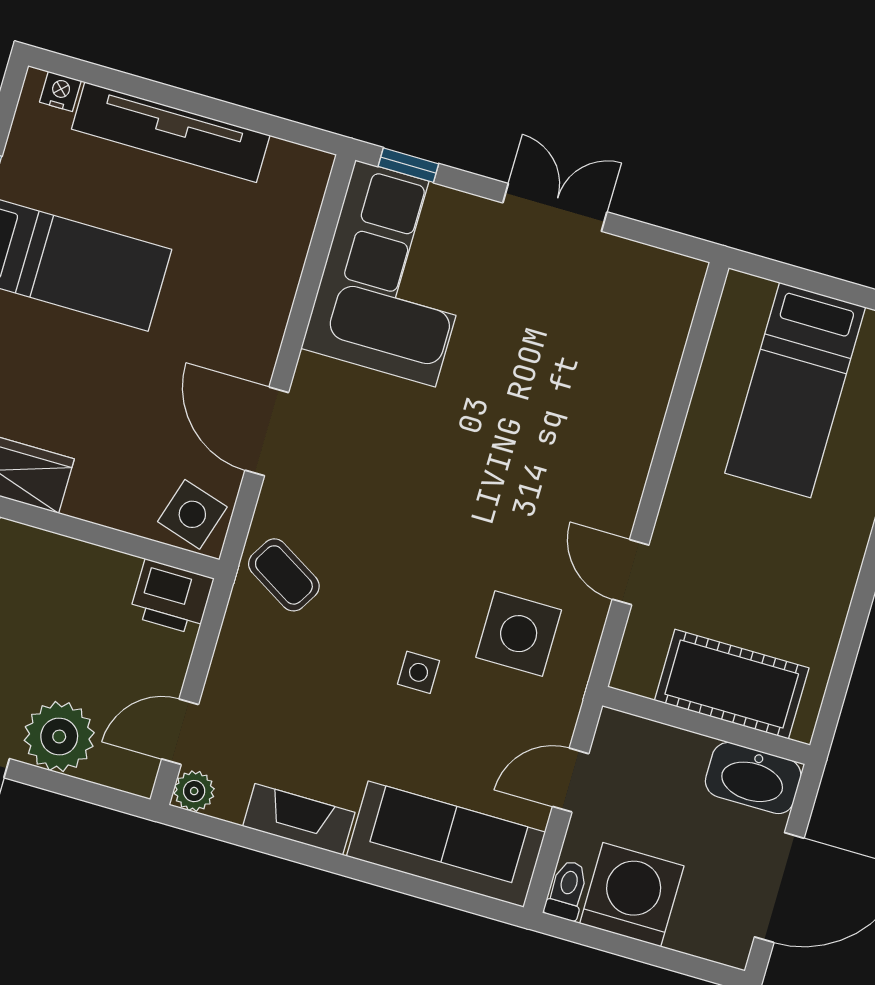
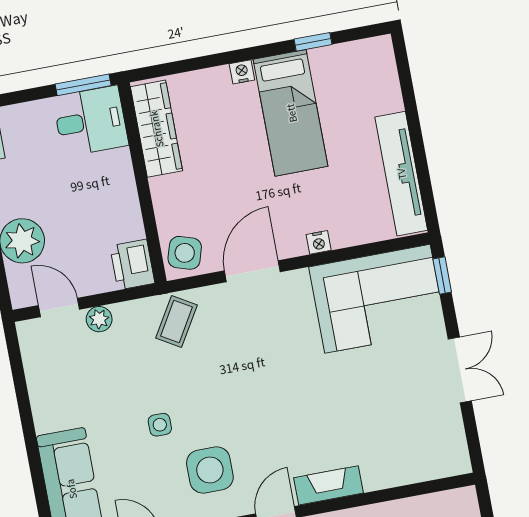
nightstand: (60, 91) -> (319, 242), moved, turned 90
tv unit: (171, 132) -> (401, 174), moved
plant: (194, 791) -> (99, 319), moved
fireplace: (299, 819) -> (329, 485), moved, turned -90

